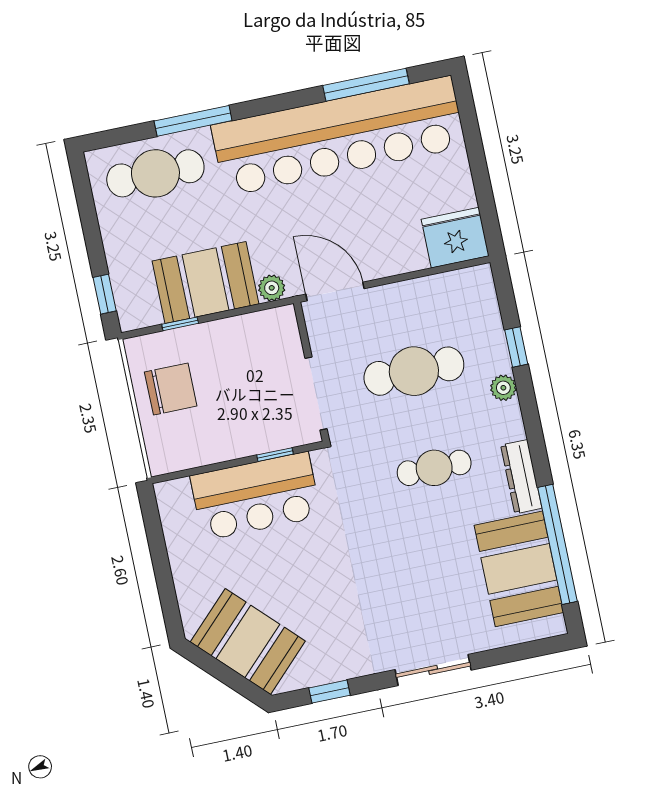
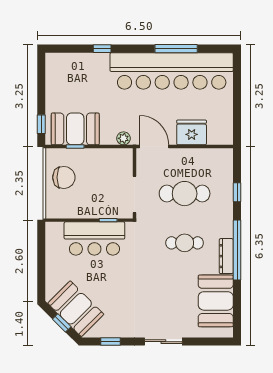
window: (366, 85) -> (176, 49), moved
window: (193, 121) -> (102, 49), width x0.46
cafe table: (155, 173) -> (78, 70), removed
fridge: (455, 238) -> (192, 132), moved
booth: (206, 282) -> (75, 129), moved
plant: (503, 388) -> (227, 211), removed
window: (557, 544) -> (237, 250), moved
window: (226, 675) -> (62, 323), added

